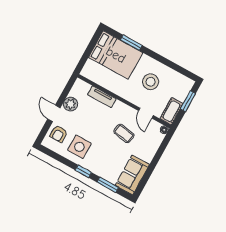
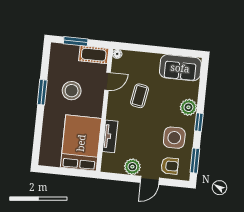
window: (131, 43) -> (42, 92), moved
bed: (116, 55) -> (81, 143), moved
plant: (99, 168) -> (188, 107), added
window: (108, 185) -> (195, 161), moved

